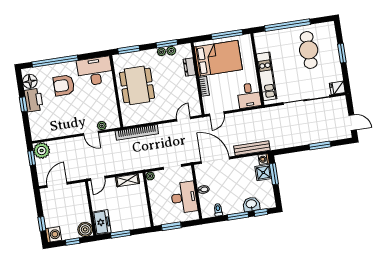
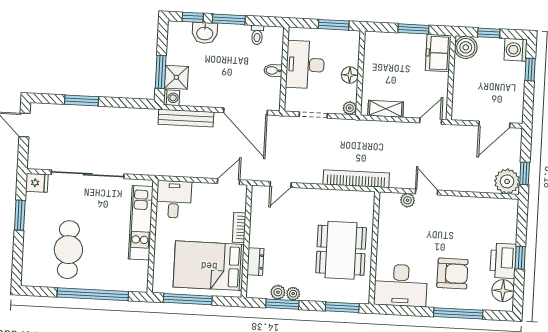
window: (342, 53) -> (20, 215), moved
window: (55, 61) -> (458, 313), width x0.68
floor lamp: (155, 197) -> (350, 75), added

